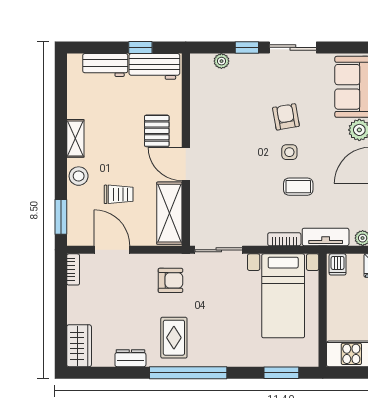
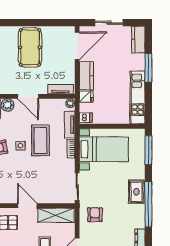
door: (186, 164) -> (27, 206), swing flipped
coffee table: (298, 187) -> (40, 140), width x1.86, depth x1.72
rug: (174, 338) -> (136, 192), moved, turned 90
window: (281, 373) -> (148, 150), width x1.44

